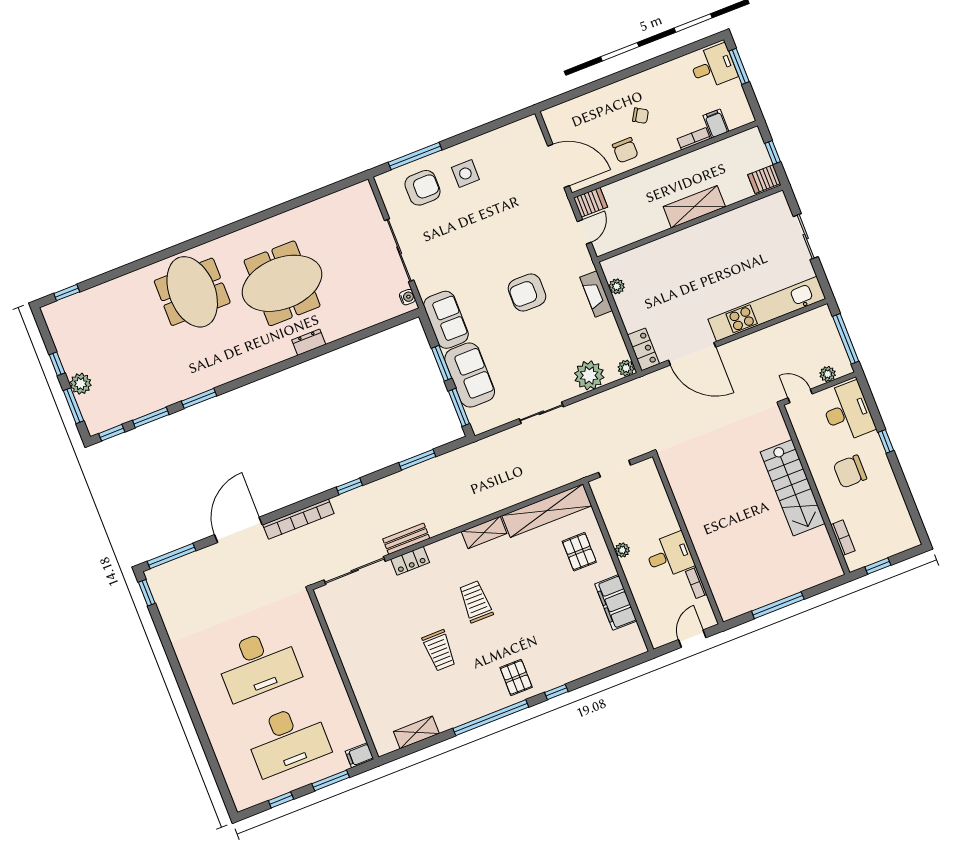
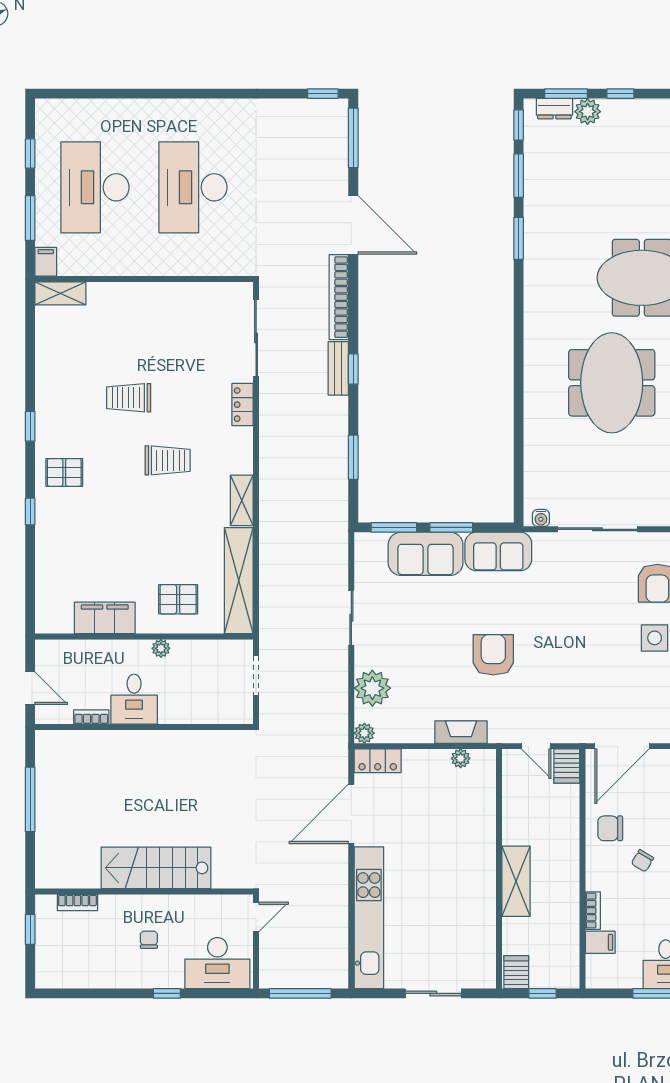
dresser: (309, 342) -> (554, 109), moved, turned 90
plant: (828, 374) -> (269, 957), removed
chair: (850, 472) -> (149, 940), width x0.54, depth x0.54
bench: (406, 539) -> (338, 368), moved
window: (491, 718) -> (30, 426), width x0.32
shelving: (416, 732) -> (60, 293), moved, turned 90

